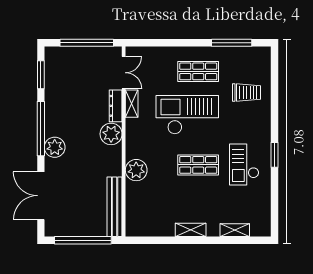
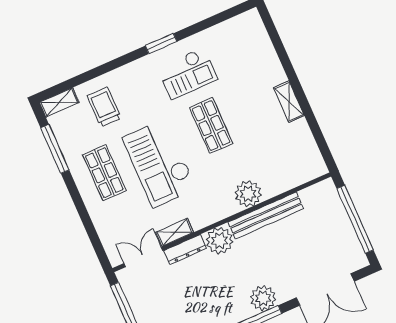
bench: (115, 207) -> (266, 215), moved
shelving: (235, 230) -> (59, 102), moved, turned 90

